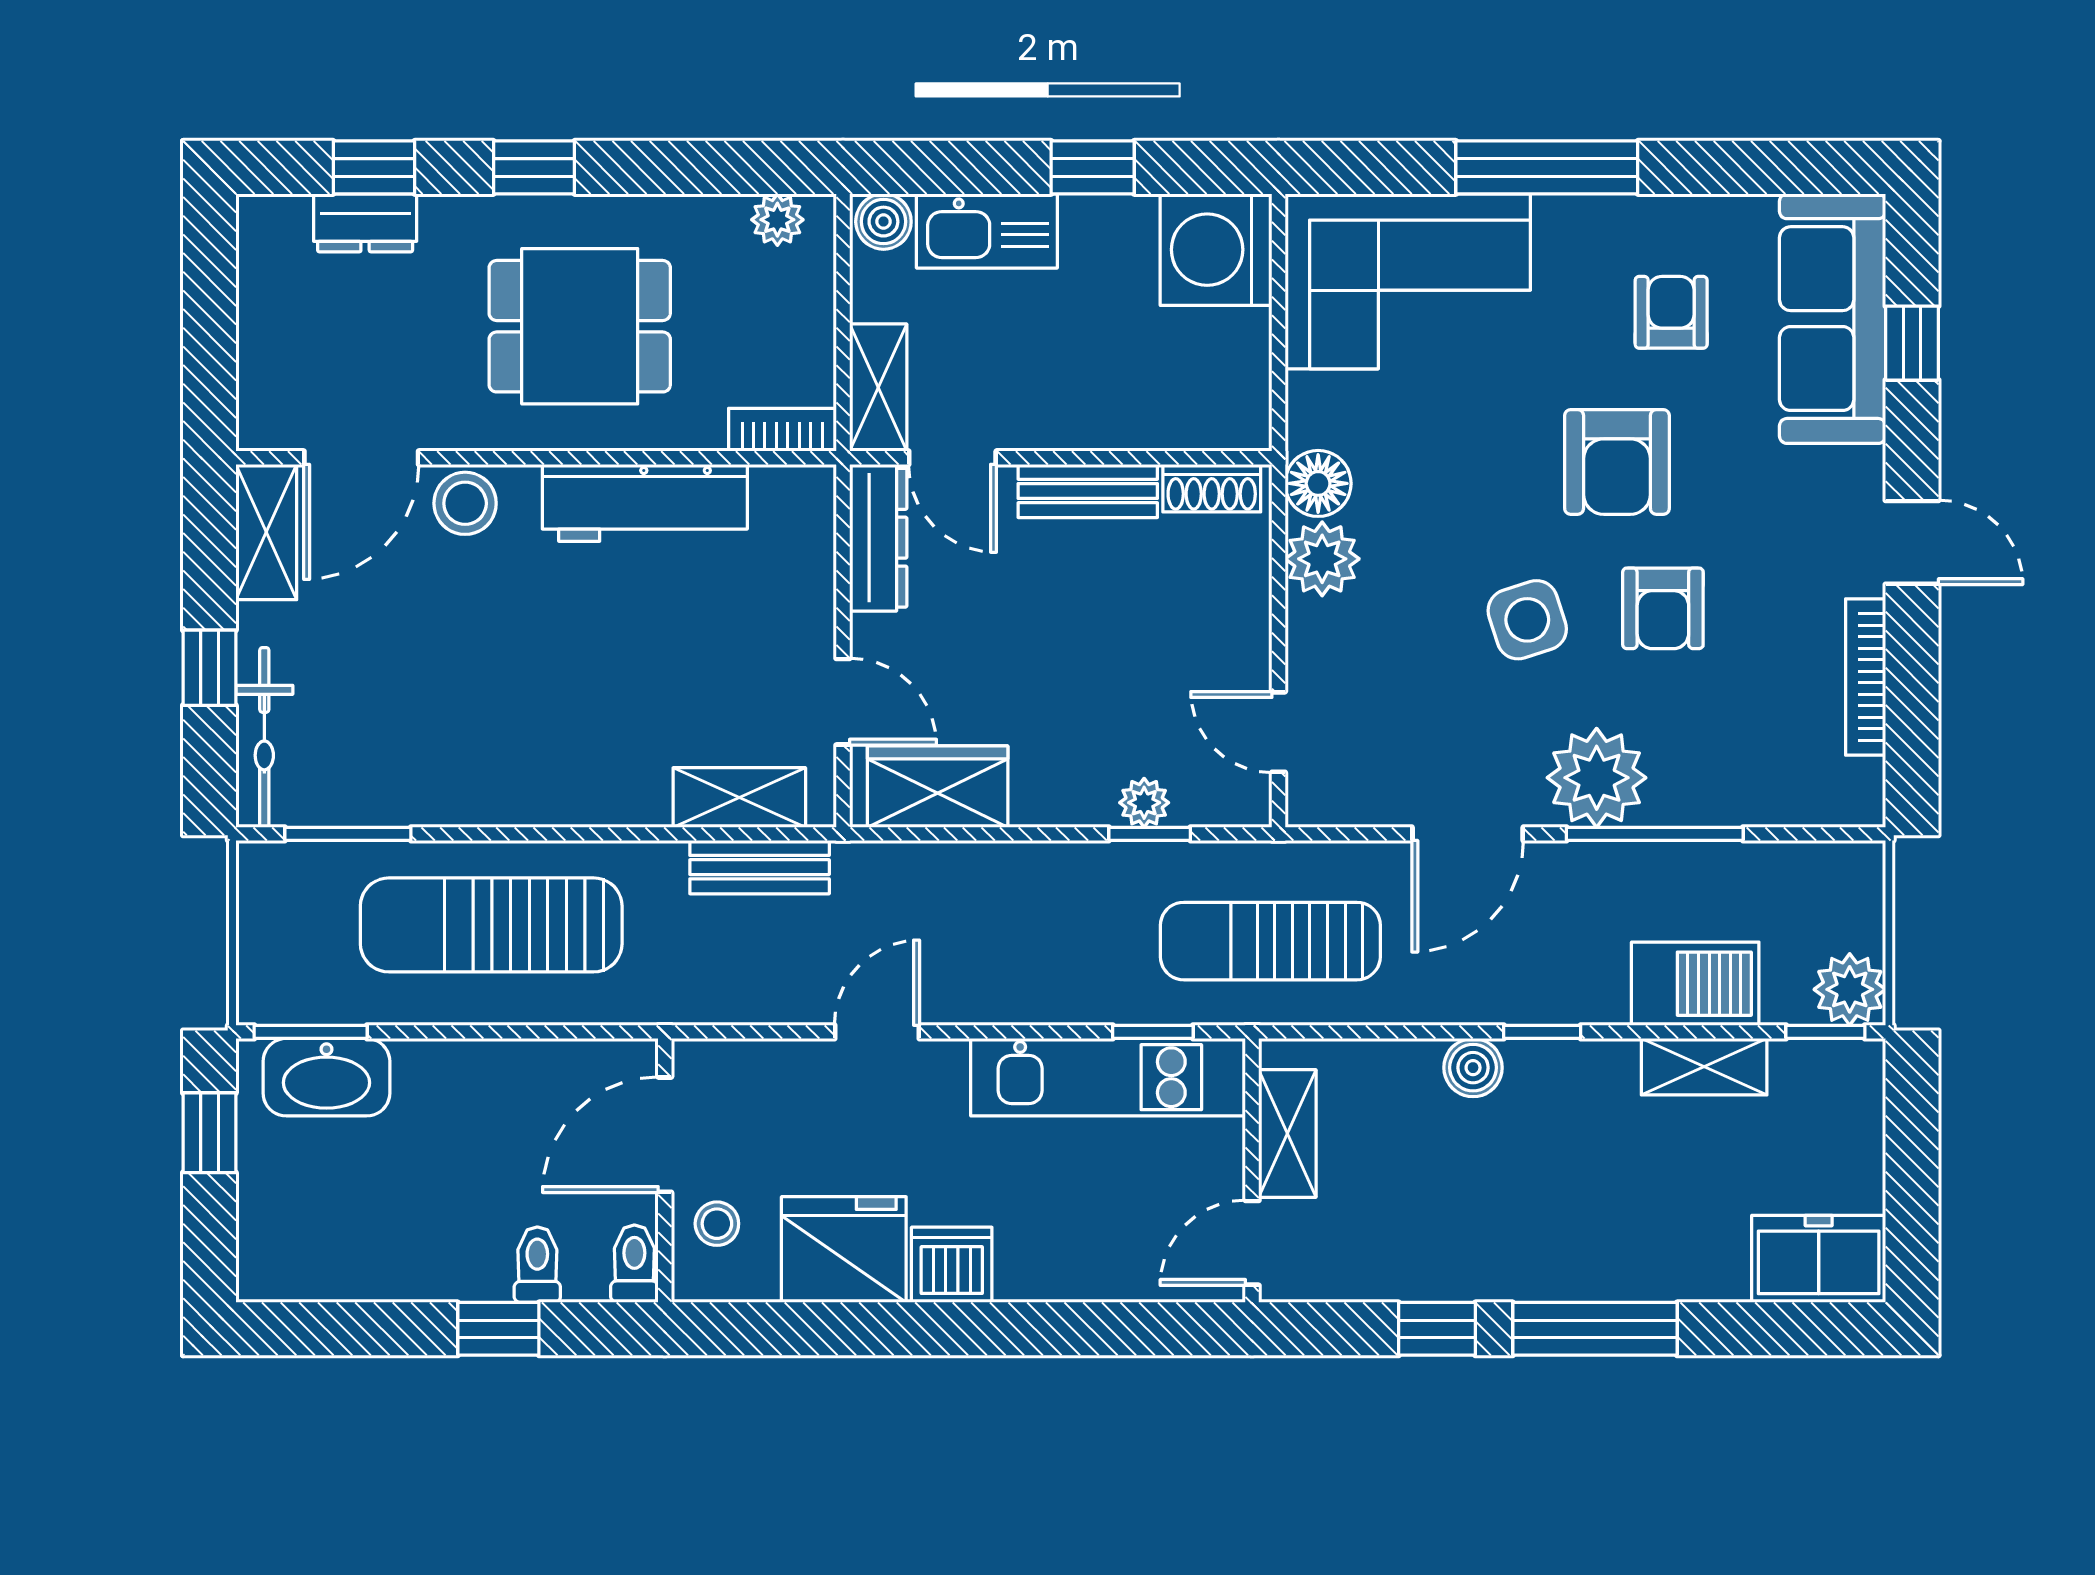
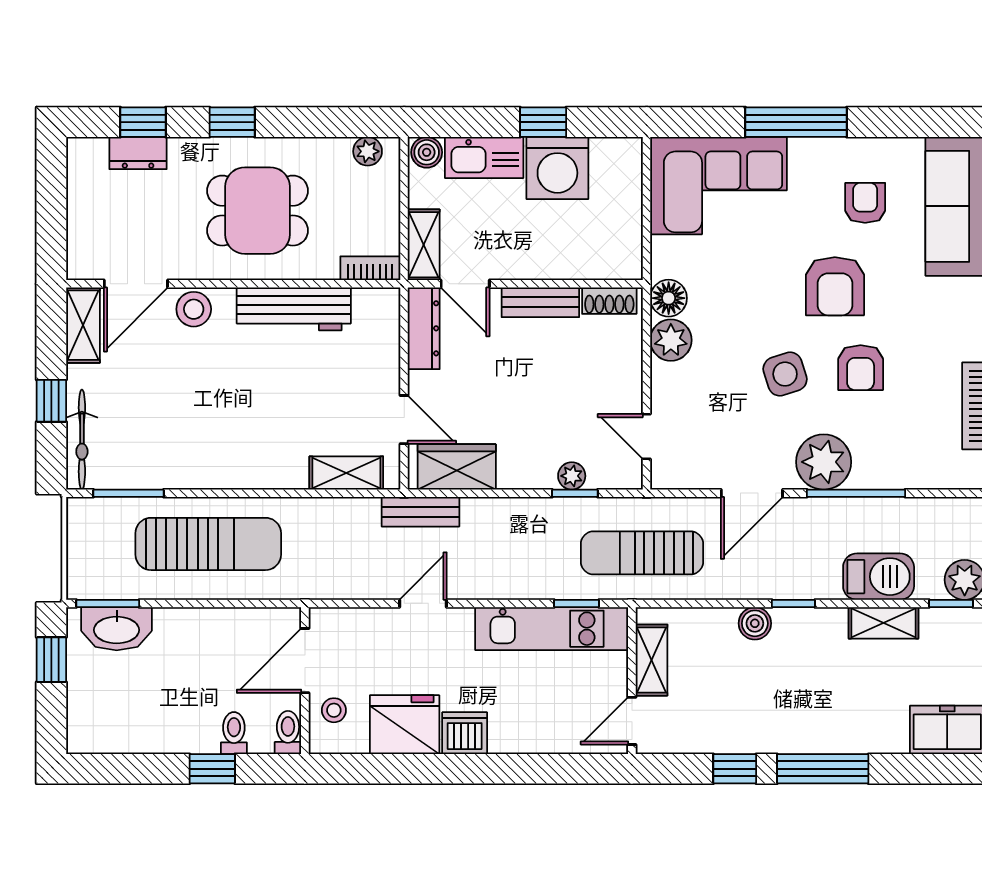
washing machine: (1216, 250) -> (557, 168), moved, turned -90
bench: (760, 867) -> (420, 512), moved
sun lounger: (491, 925) -> (208, 544), turned 180

